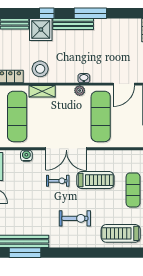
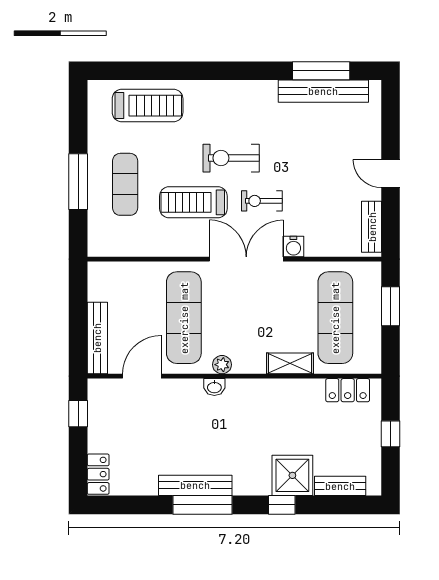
bench: (73, 24) -> (195, 485), moved
stool: (40, 69) -> (294, 404), removed
water cooler: (26, 156) -> (293, 247), moved
exercise bike: (75, 218) -> (231, 158), moved

